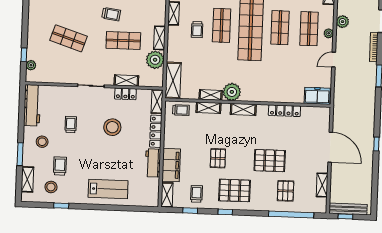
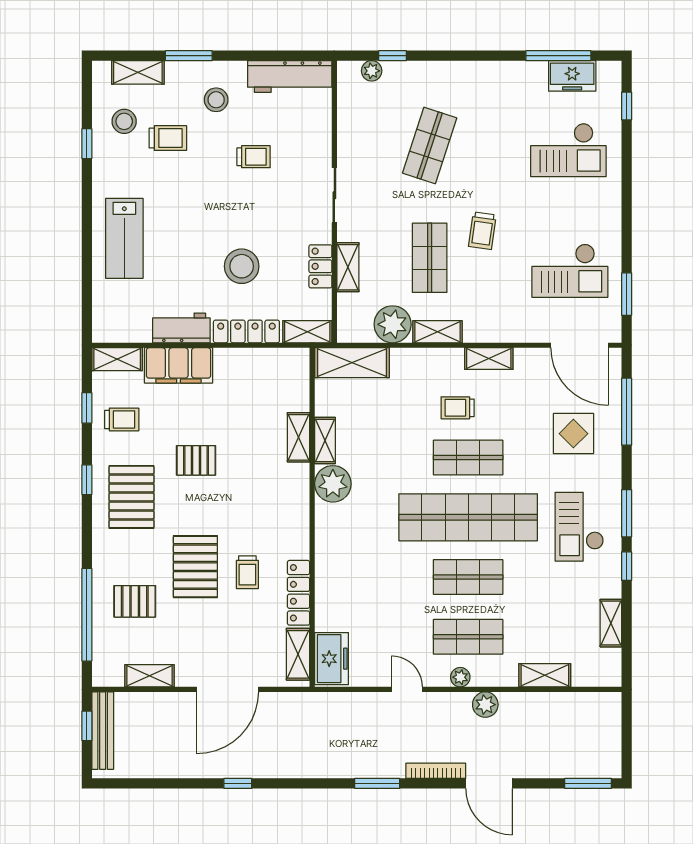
shelving: (243, 109) -> (298, 654), moved
trolley: (181, 110) -> (247, 572), moved
stool: (112, 127) -> (242, 266), moved

